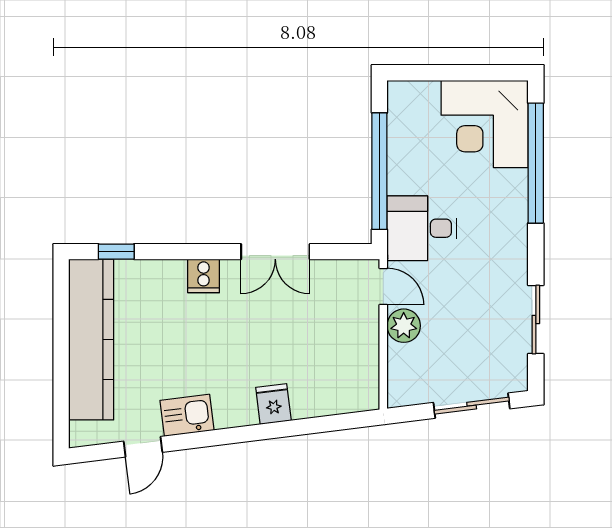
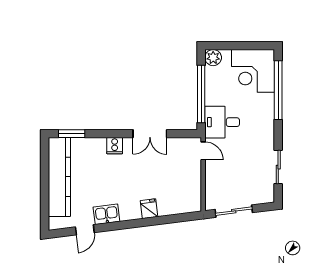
window: (116, 252) -> (72, 134), width x1.50
plant: (404, 326) -> (213, 58), moved
sliding door: (472, 406) -> (234, 211), moved

